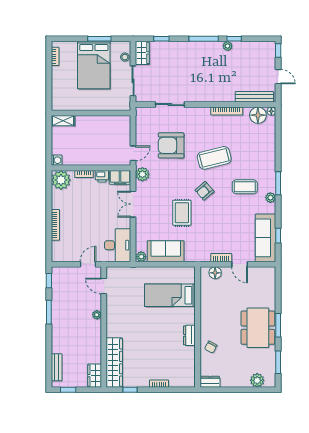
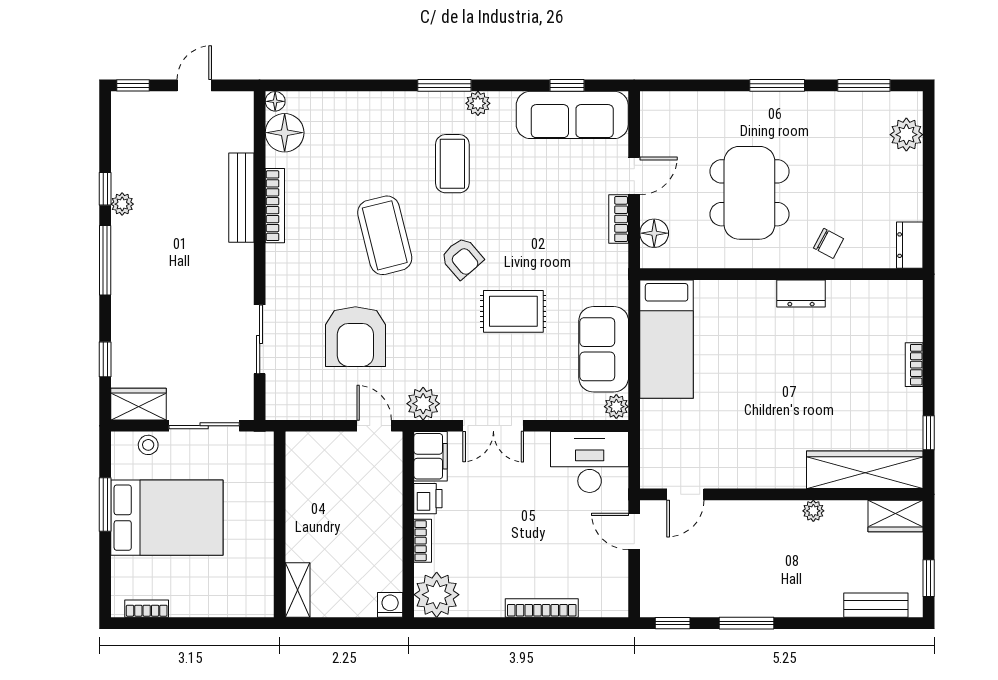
bench: (254, 97) -> (241, 198), moved
bed: (170, 295) -> (667, 339), moved
plant: (97, 315) -> (813, 511), moved
dining table: (258, 328) -> (749, 193), moved, turned 90

